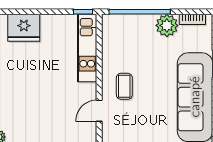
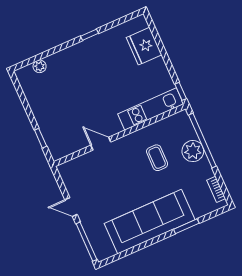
plant: (167, 25) -> (193, 151), moved
coffee table: (124, 86) -> (157, 158), moved, turned 90

